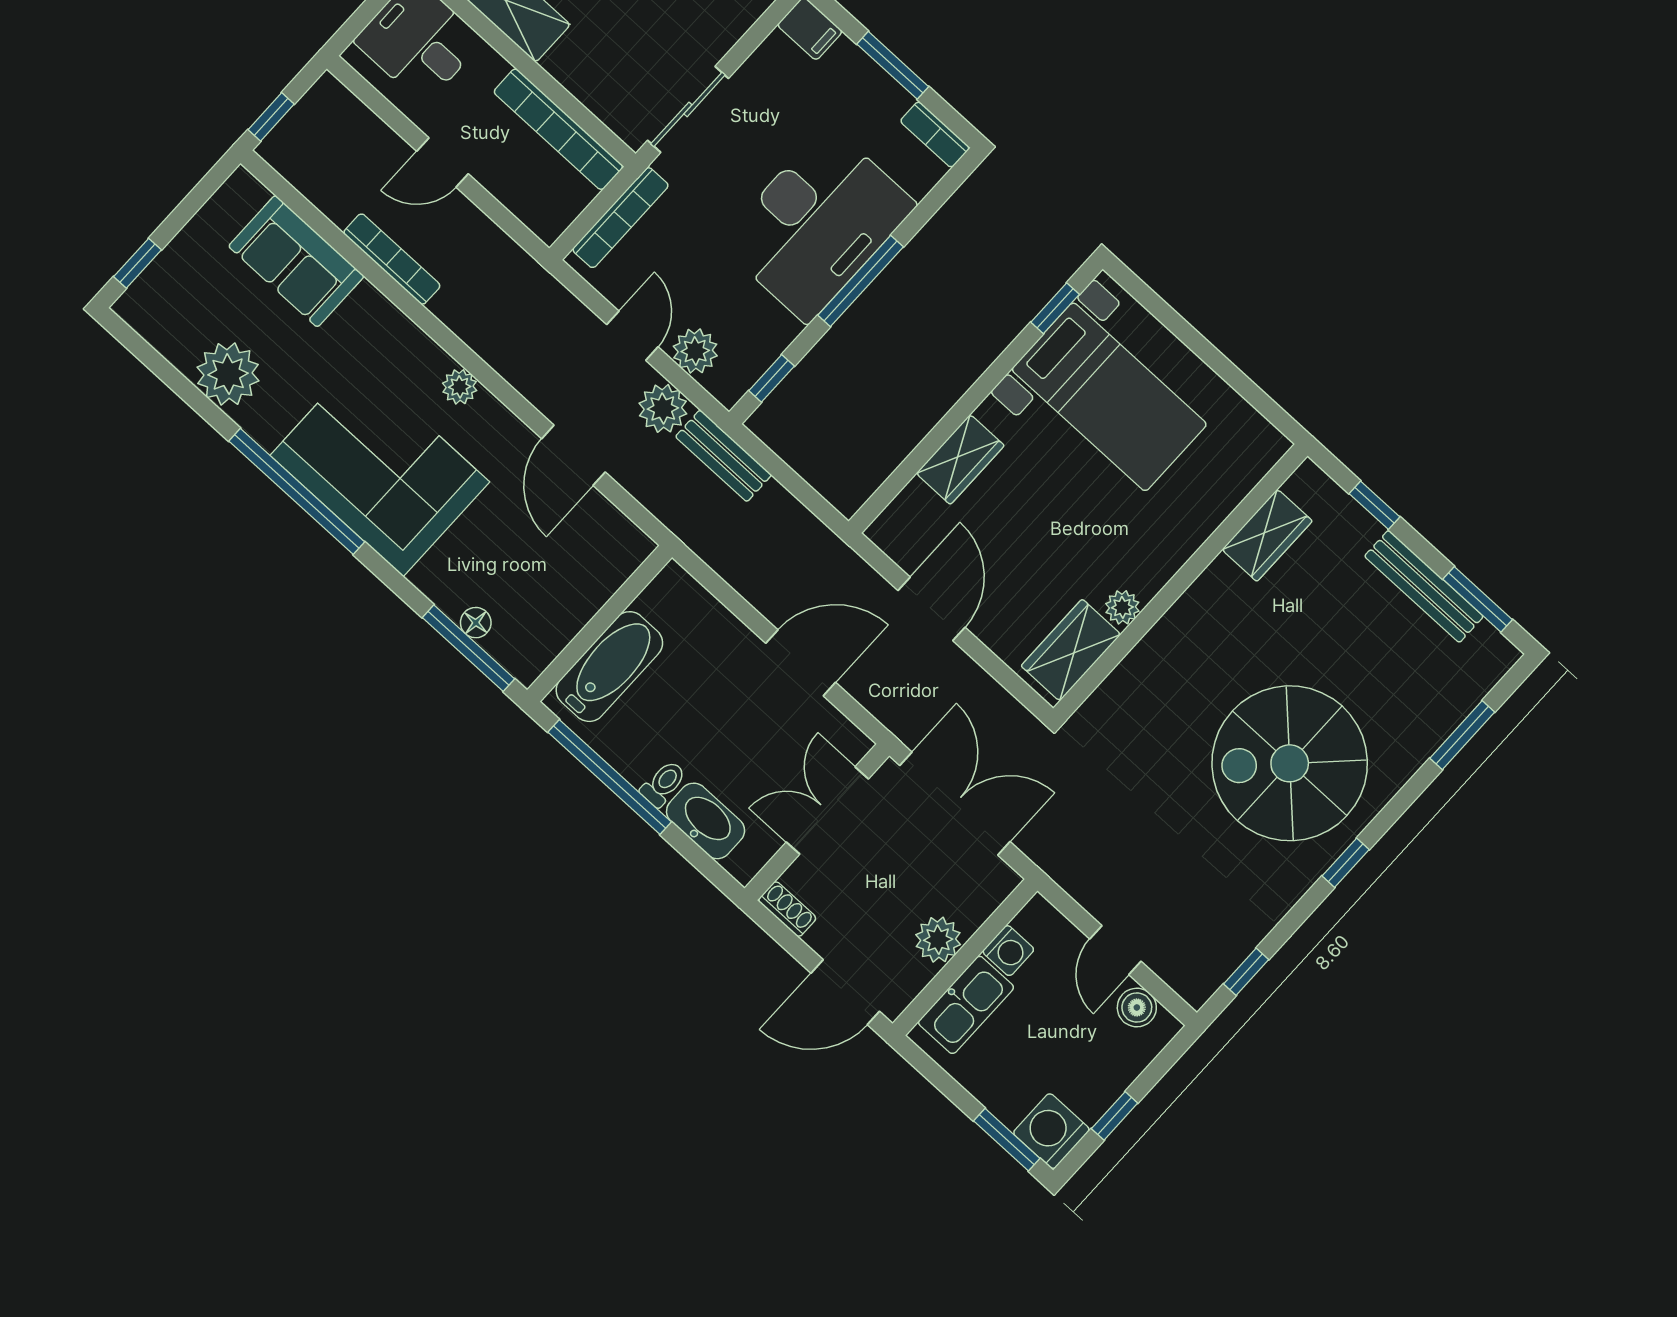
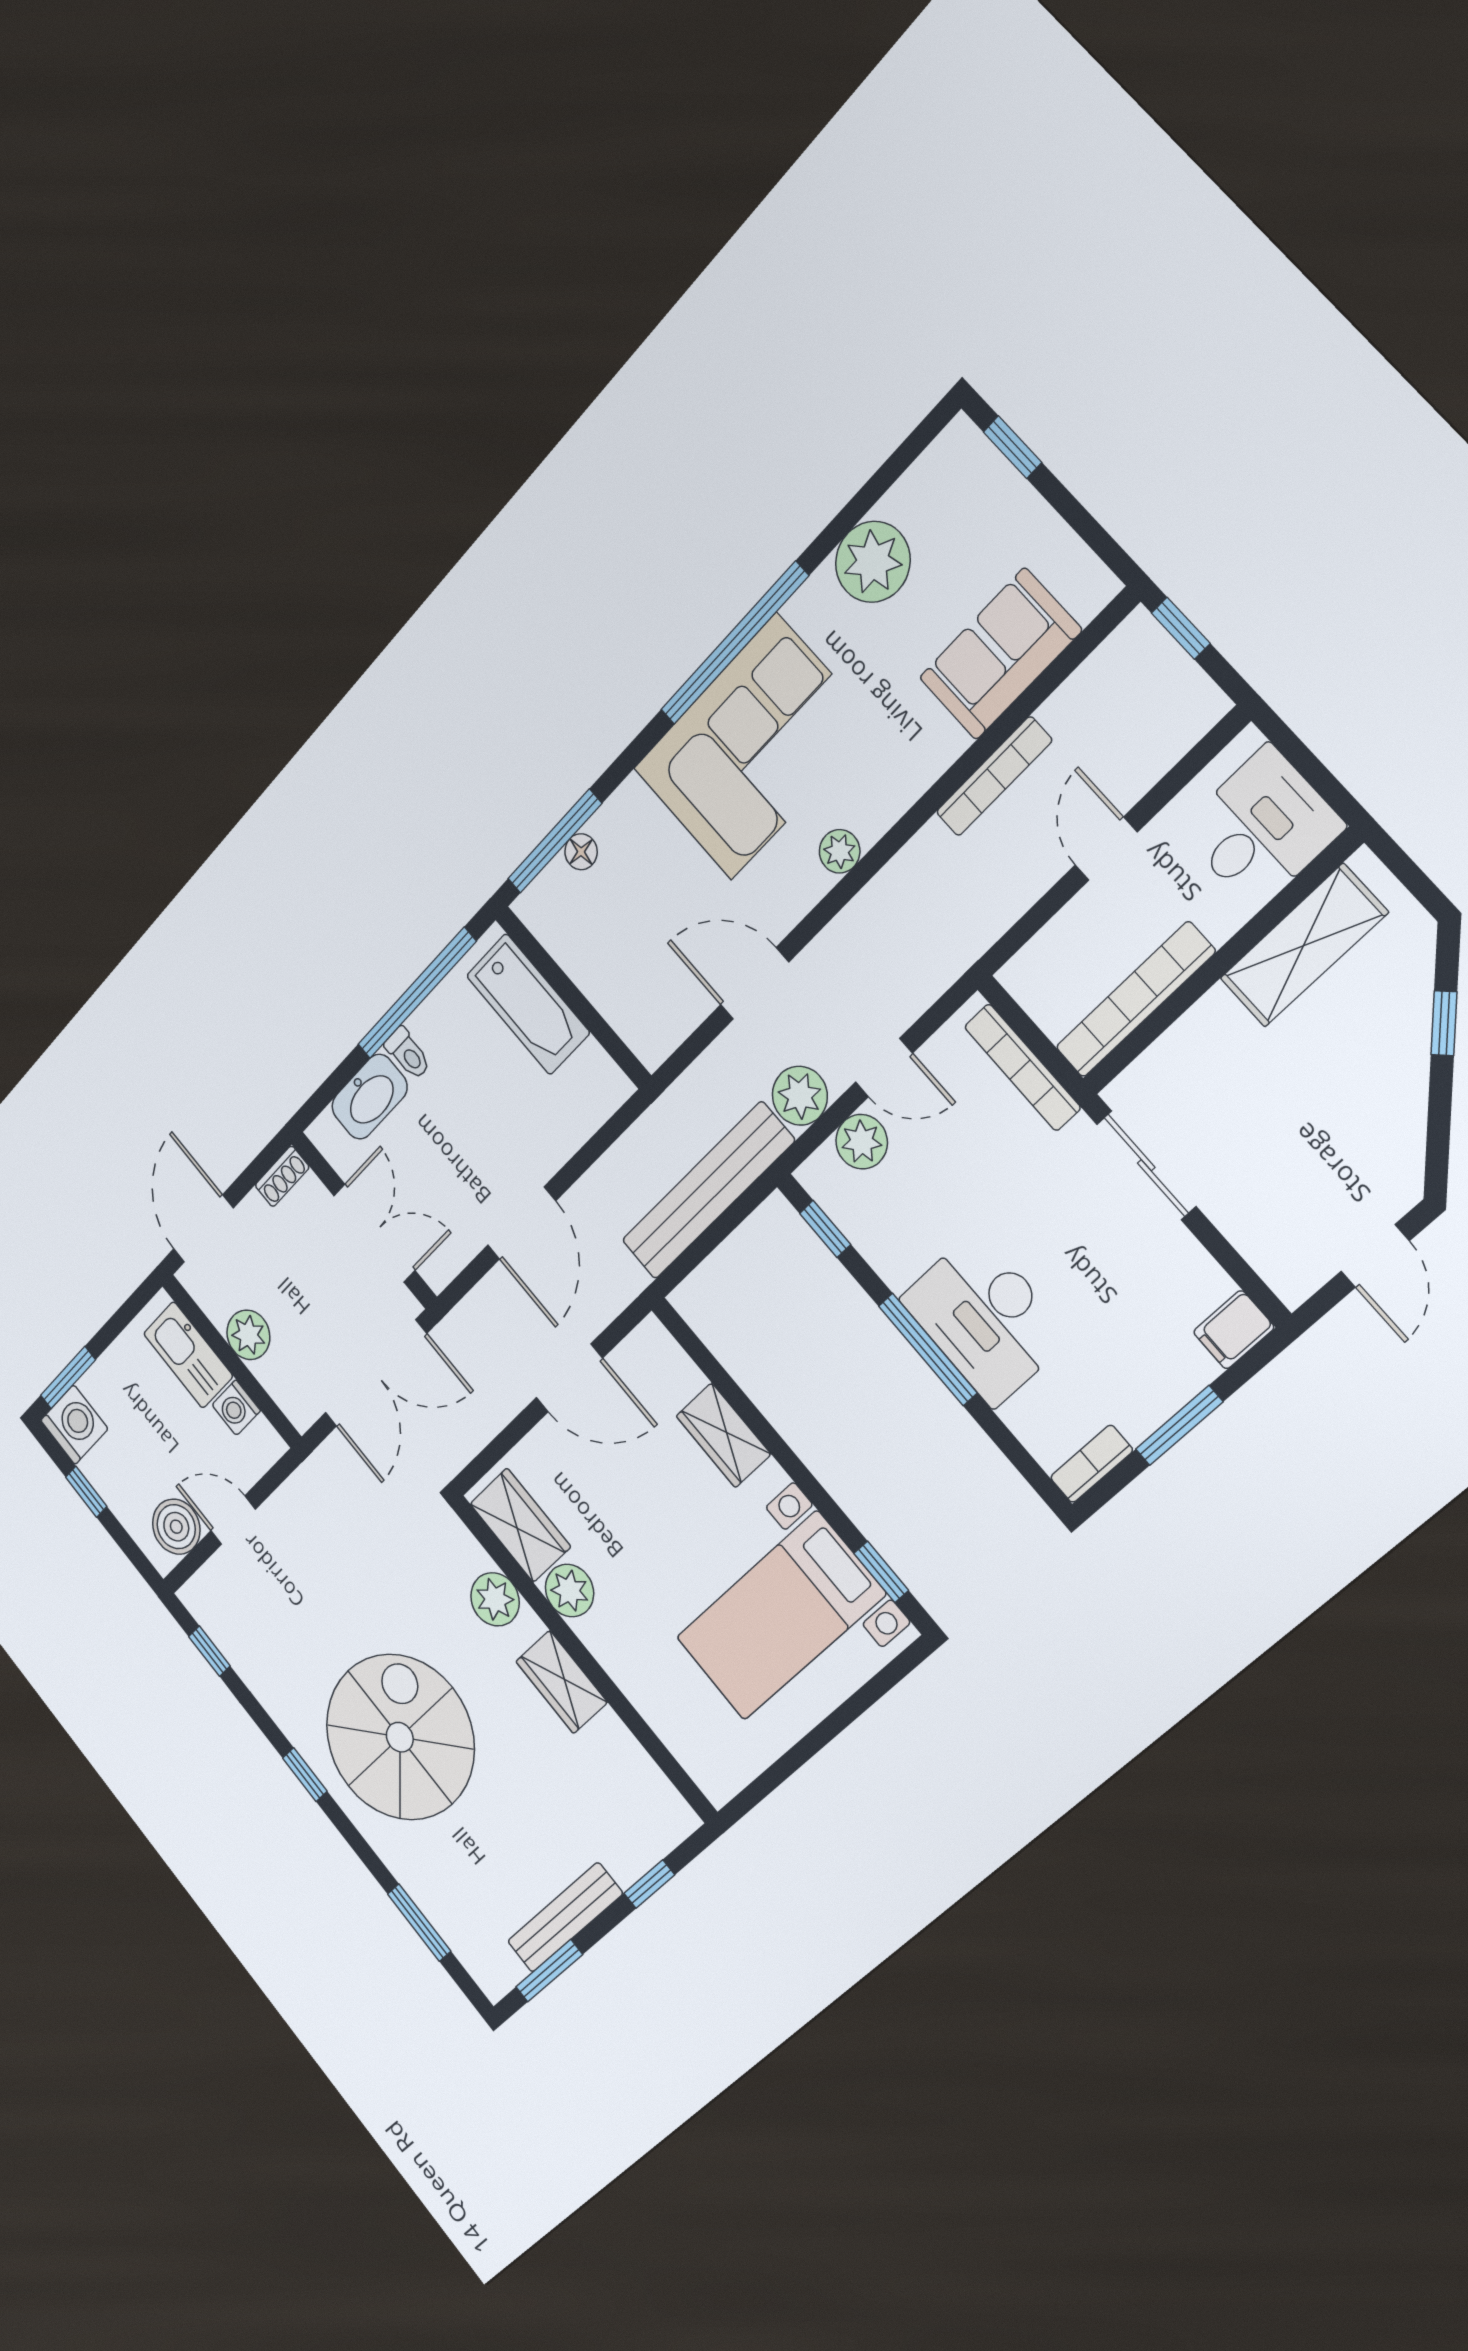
desk: (817, 224) -> (985, 1318), width x0.73, depth x0.77
bench: (724, 456) -> (708, 1191), width x1.86, depth x1.21
wardrobe: (1267, 535) -> (562, 1682), moved
plant: (1122, 607) -> (569, 1591), width x1.38, depth x1.38
plant: (1143, 672) -> (495, 1599), added
boiler: (1137, 1008) -> (176, 1527), width x1.36, depth x1.36

